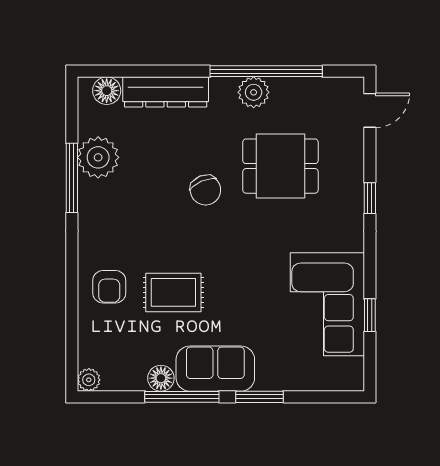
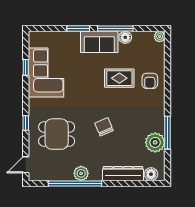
dining table: (280, 166) -> (57, 134), moved
armchair: (109, 287) -> (150, 81), turned 180

